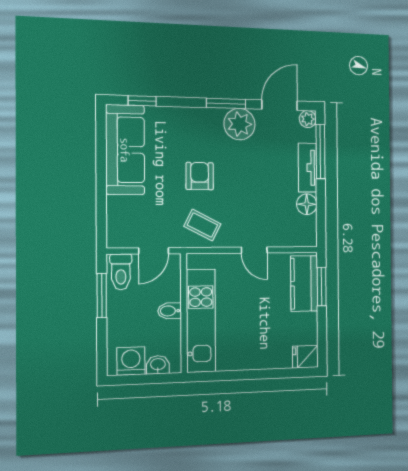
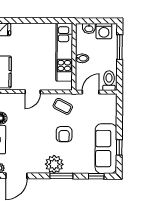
window: (226, 103) -> (61, 176), moved
plant: (240, 124) -> (54, 164), moved
window: (101, 152) -> (119, 147), added
door: (254, 250) -> (33, 92), swing flipped
window: (102, 295) -> (120, 47), moved

